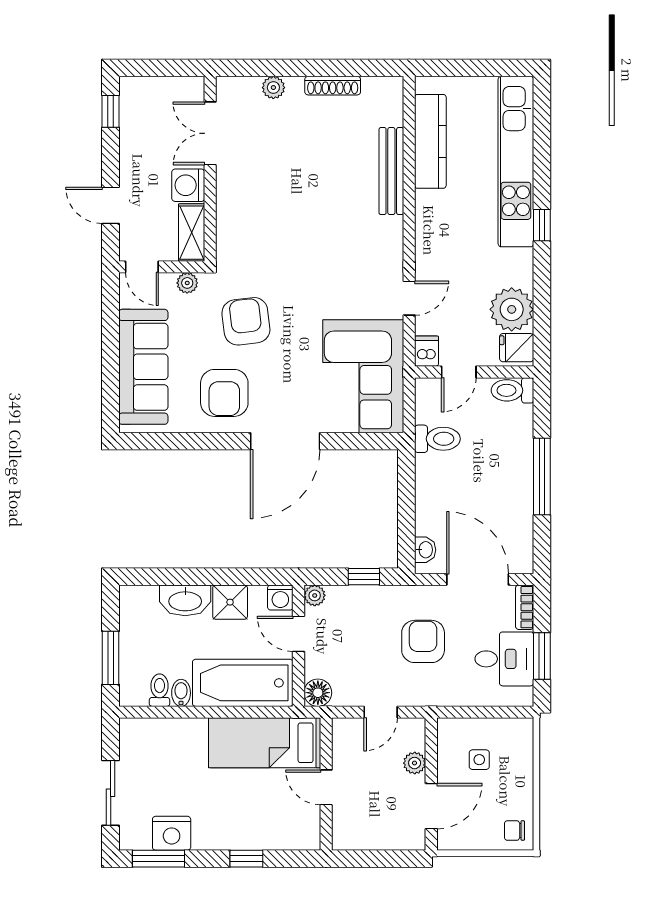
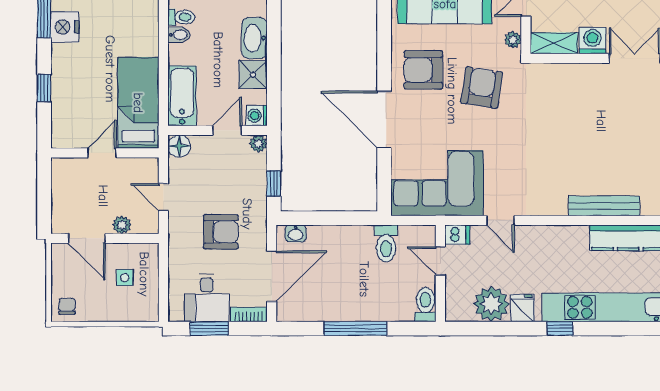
armchair: (246, 321) -> (482, 88), turned -74
fridge: (517, 348) -> (522, 308), moved
bathtub: (243, 683) -> (182, 96), width x0.73, depth x0.73

